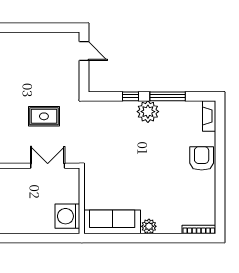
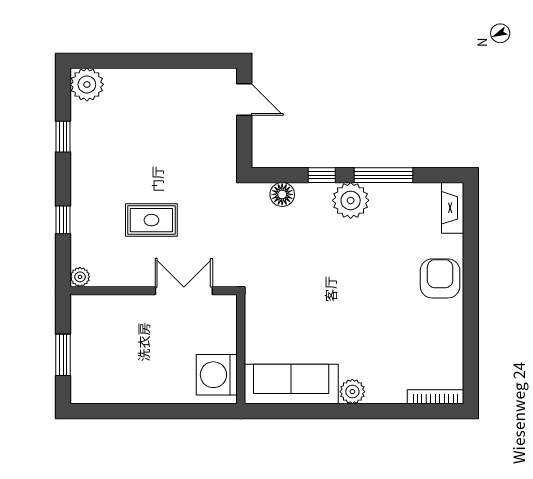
floor lamp: (107, 108) -> (282, 194), added
rug: (44, 116) -> (151, 220), moved

